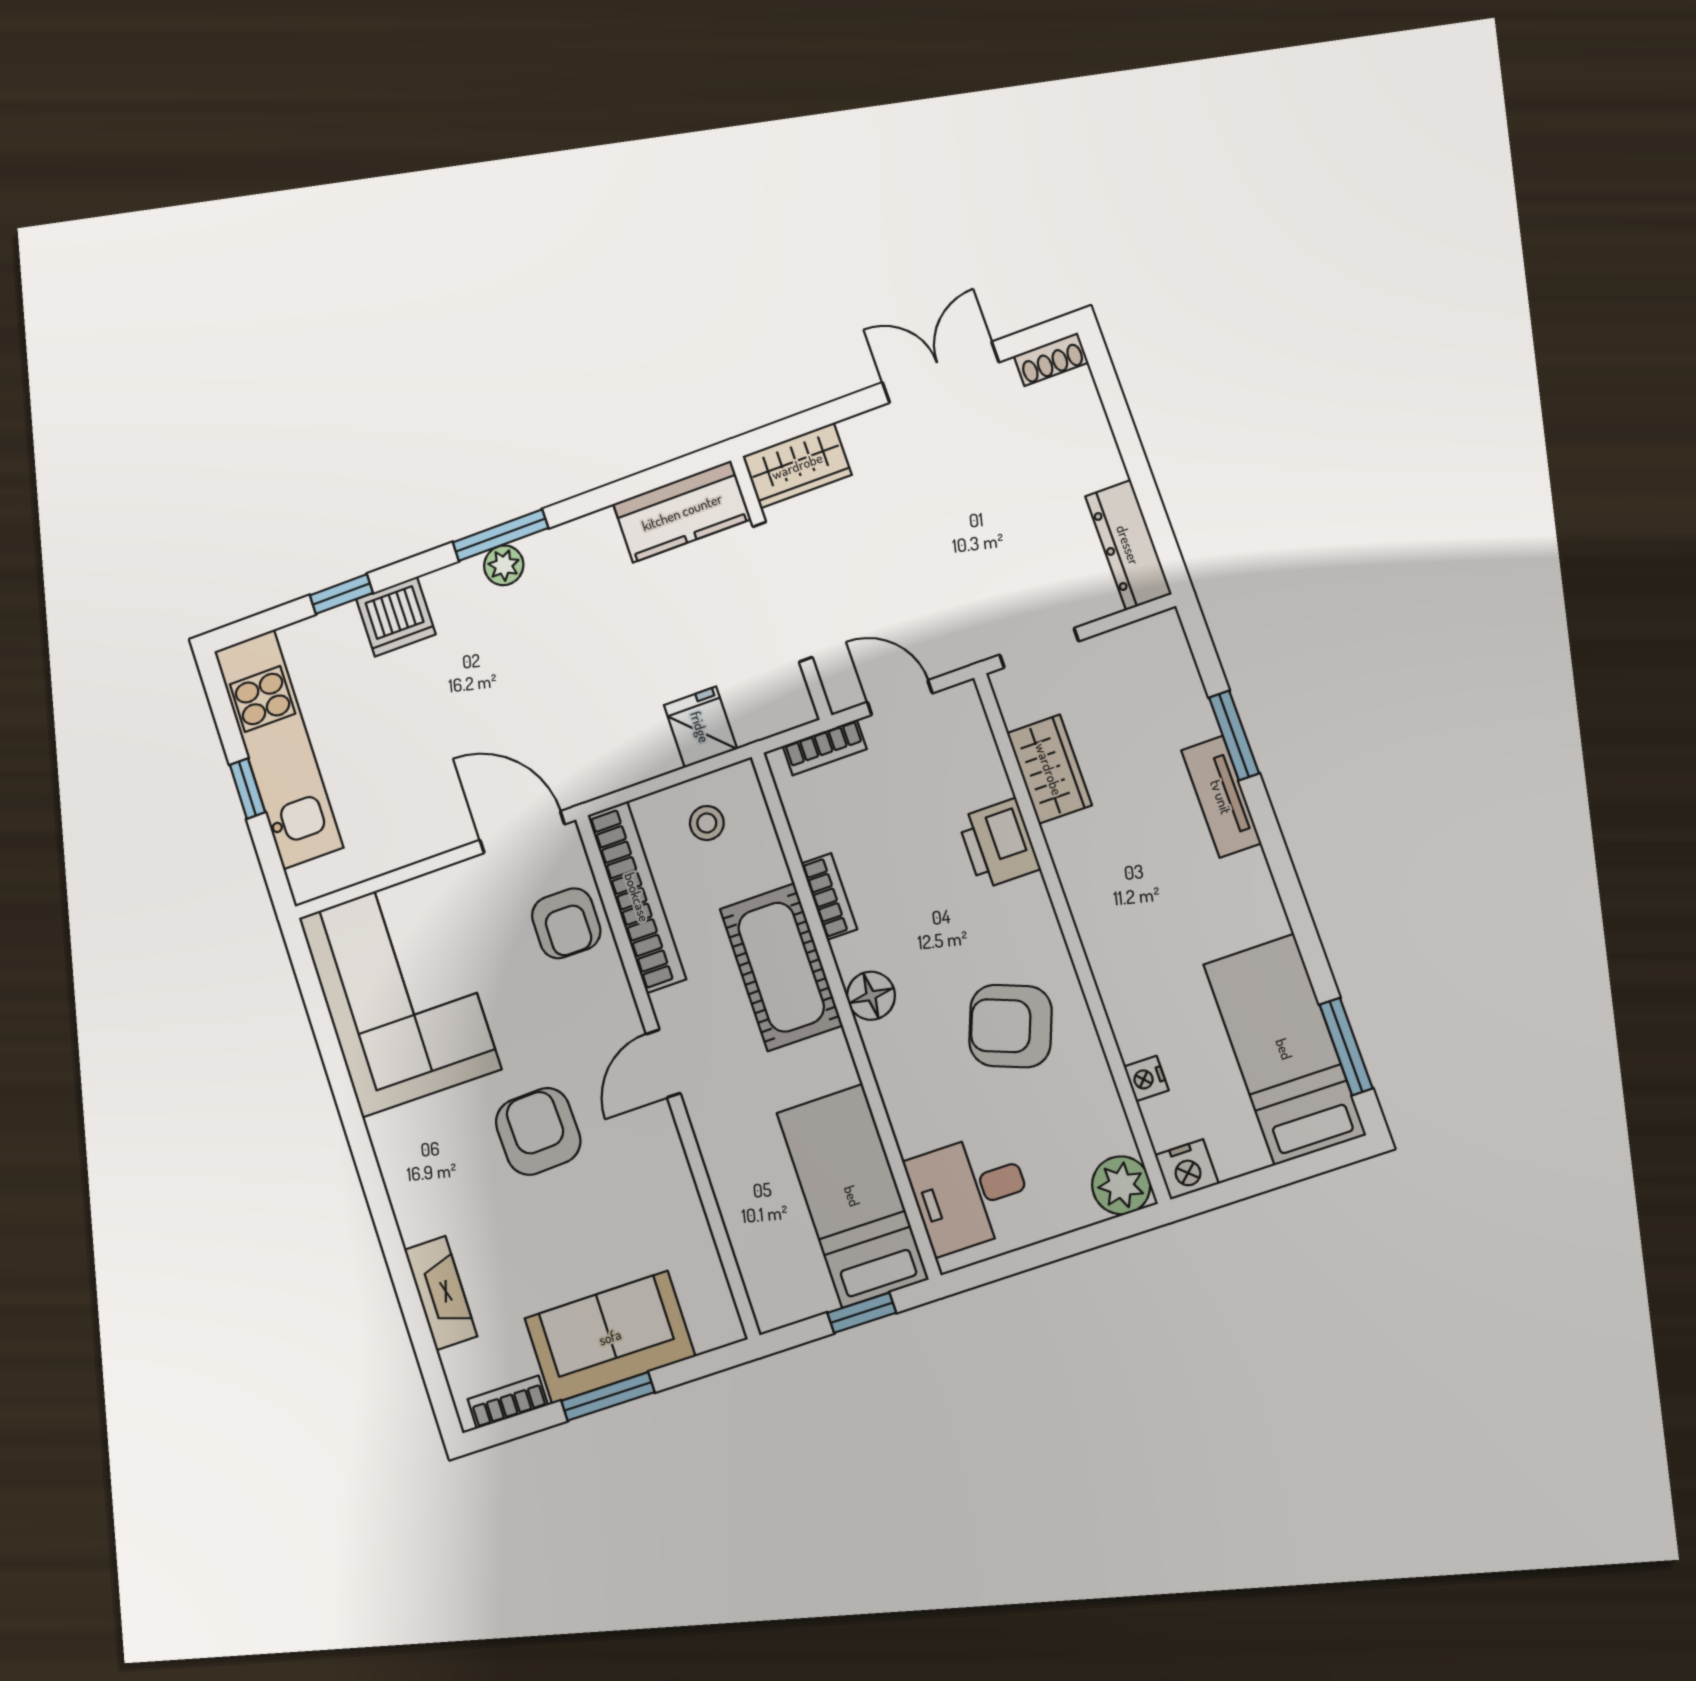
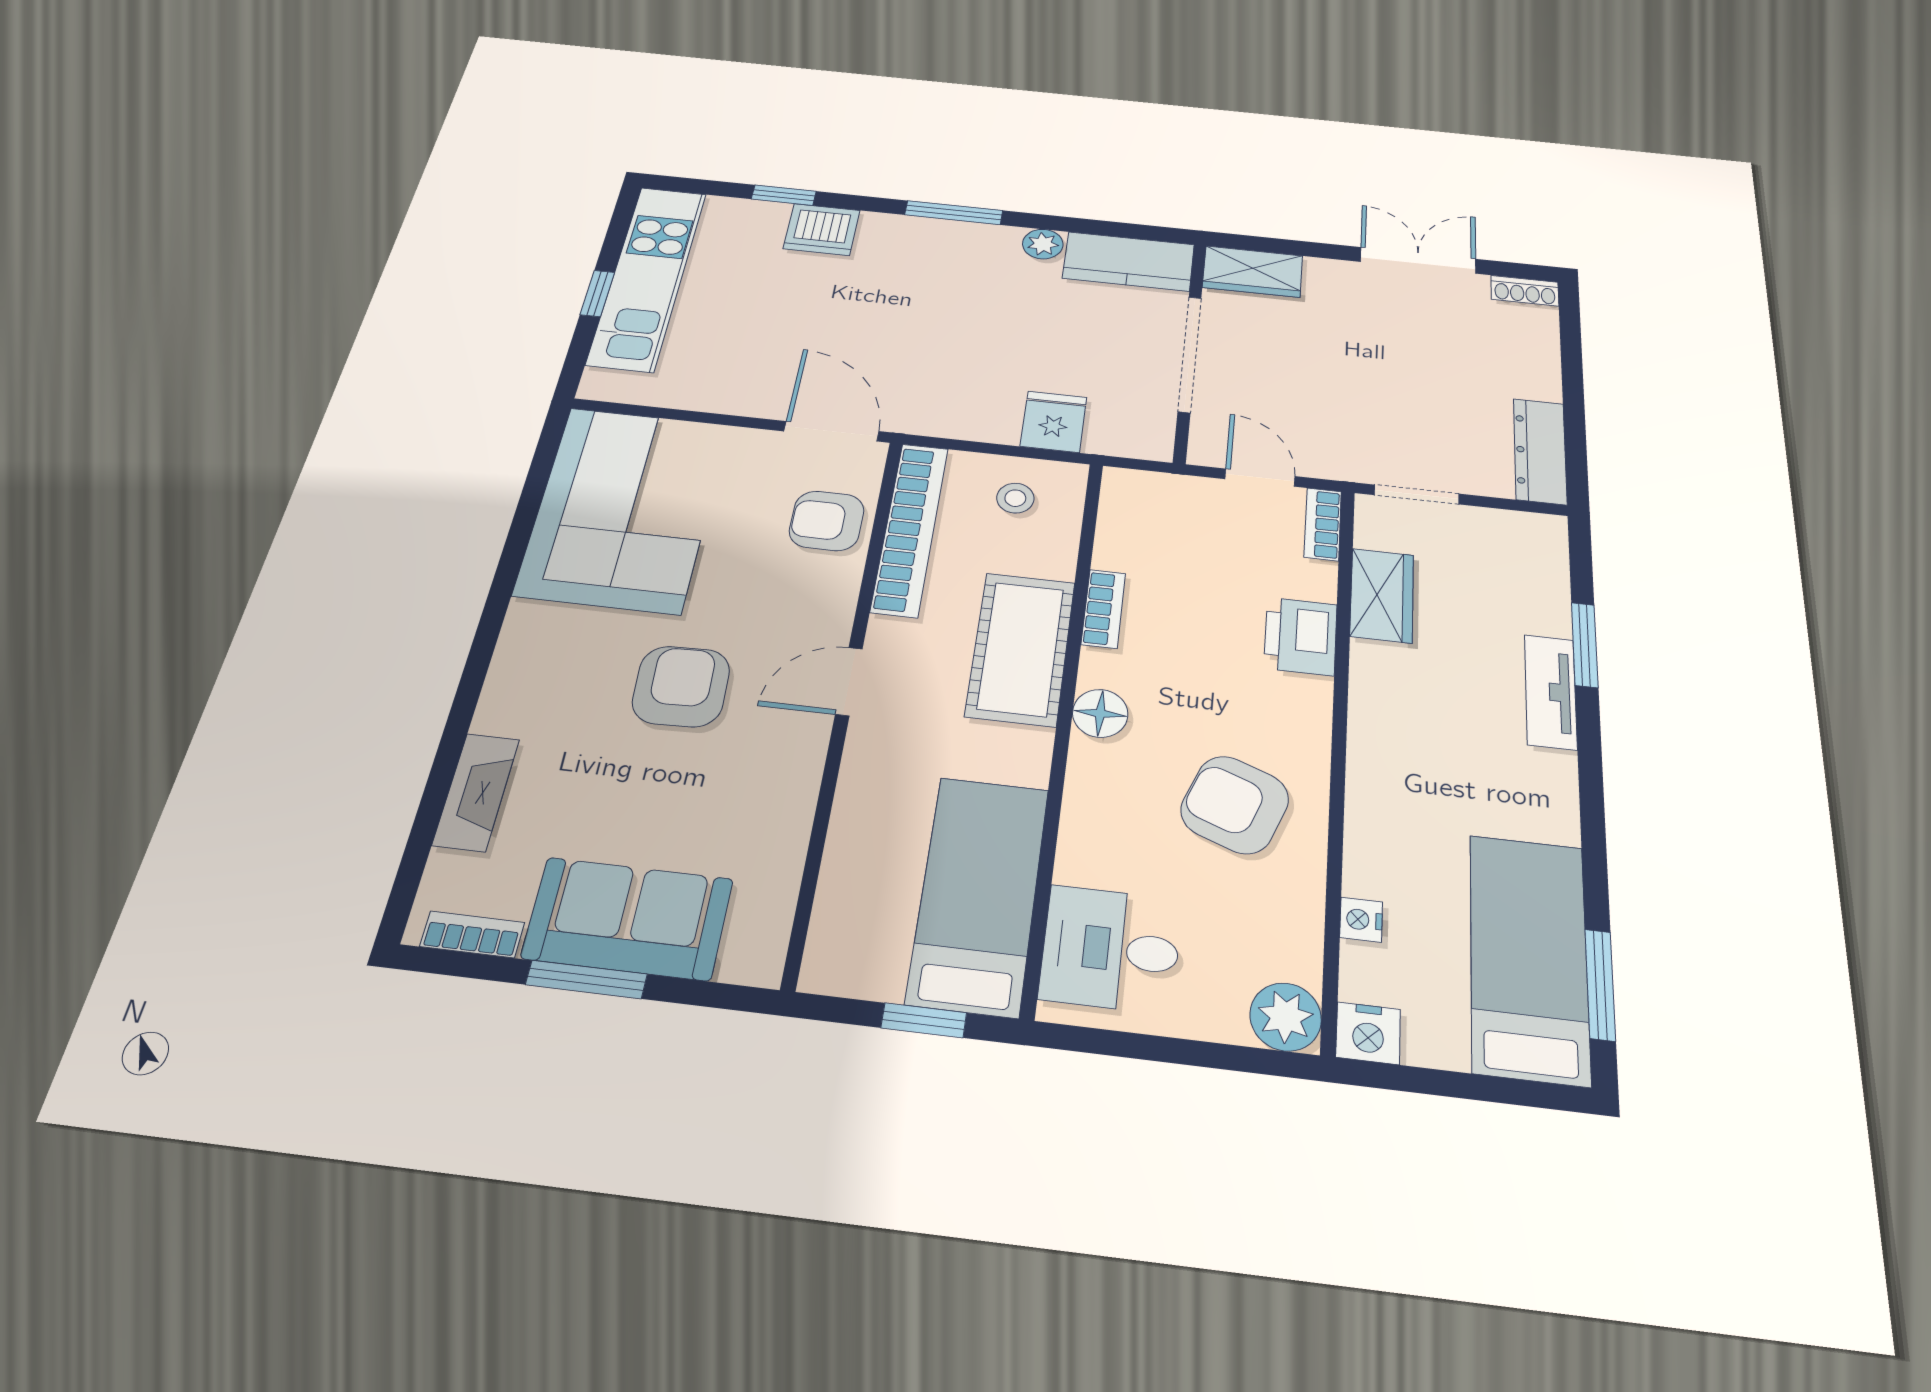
plant: (504, 565) -> (1043, 244), moved
bookcase: (825, 747) -> (1323, 524), moved, turned 90
armchair: (566, 923) -> (827, 521), turned 90

